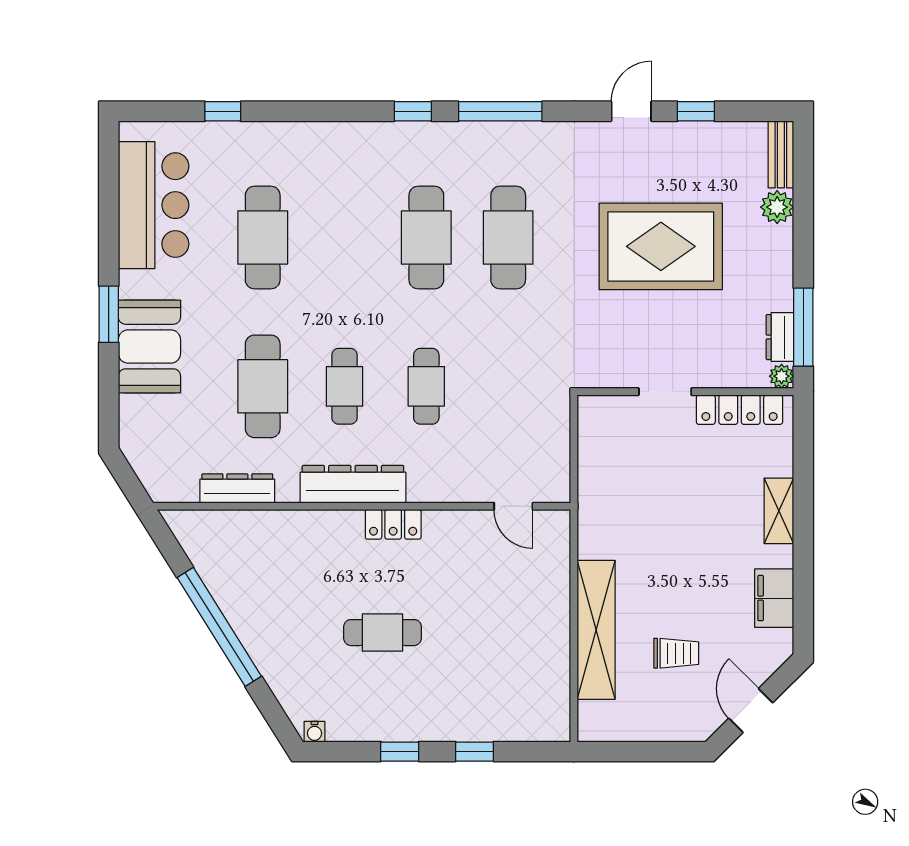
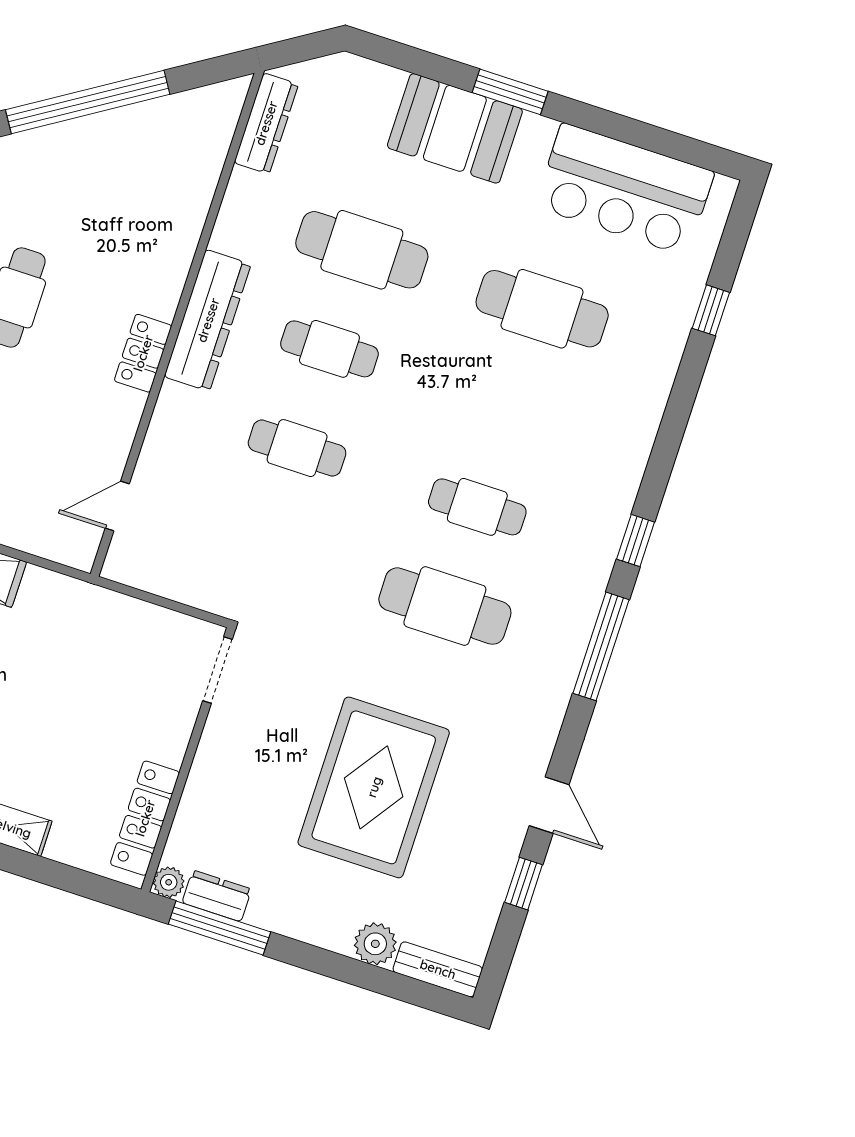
cafe table: (426, 238) -> (477, 507), width x0.73, depth x0.74
doorway: (665, 392) -> (217, 670), moved
dresser: (237, 488) -> (266, 123), moved

